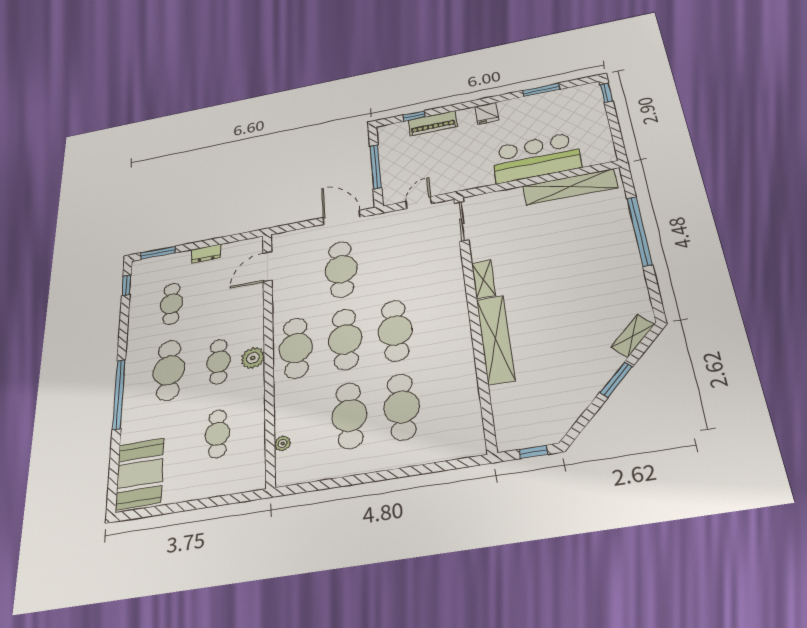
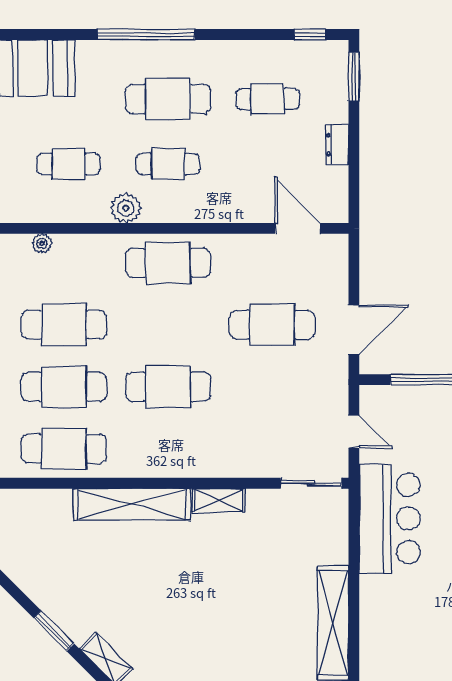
bar counter: (536, 158) -> (390, 519), moved
cafe table: (345, 339) -> (64, 449), moved
plant: (253, 358) -> (126, 208), moved

